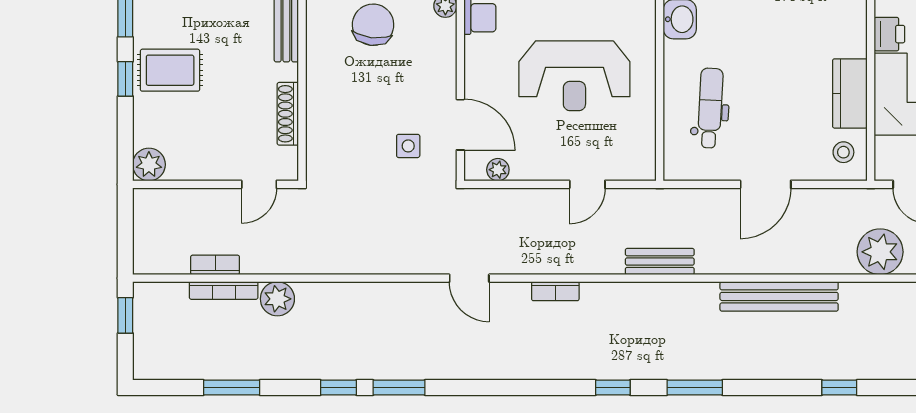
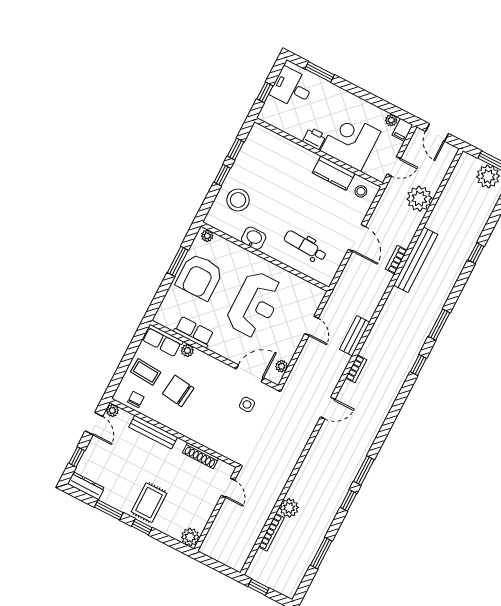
bench: (660, 262) -> (355, 336), moved
bookcase: (215, 265) -> (396, 260), moved

